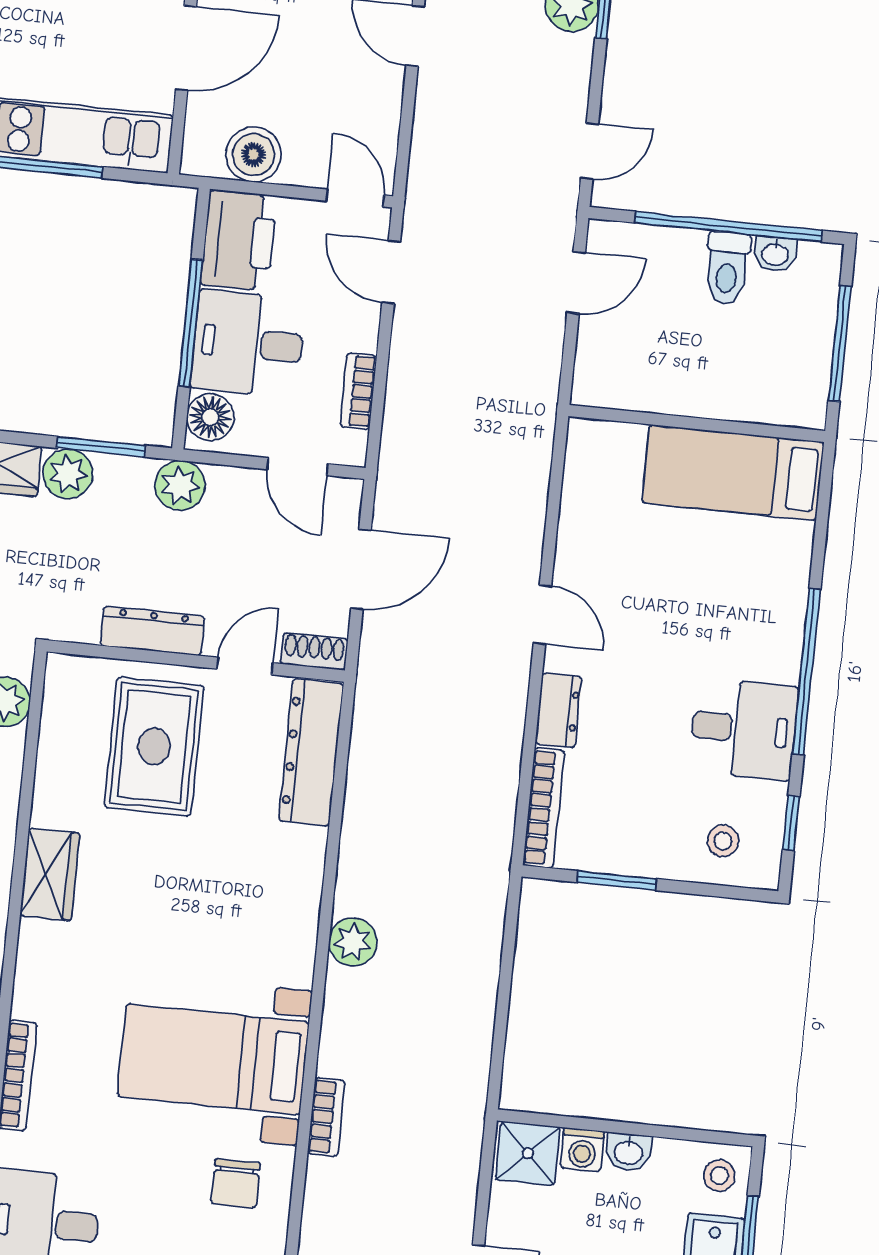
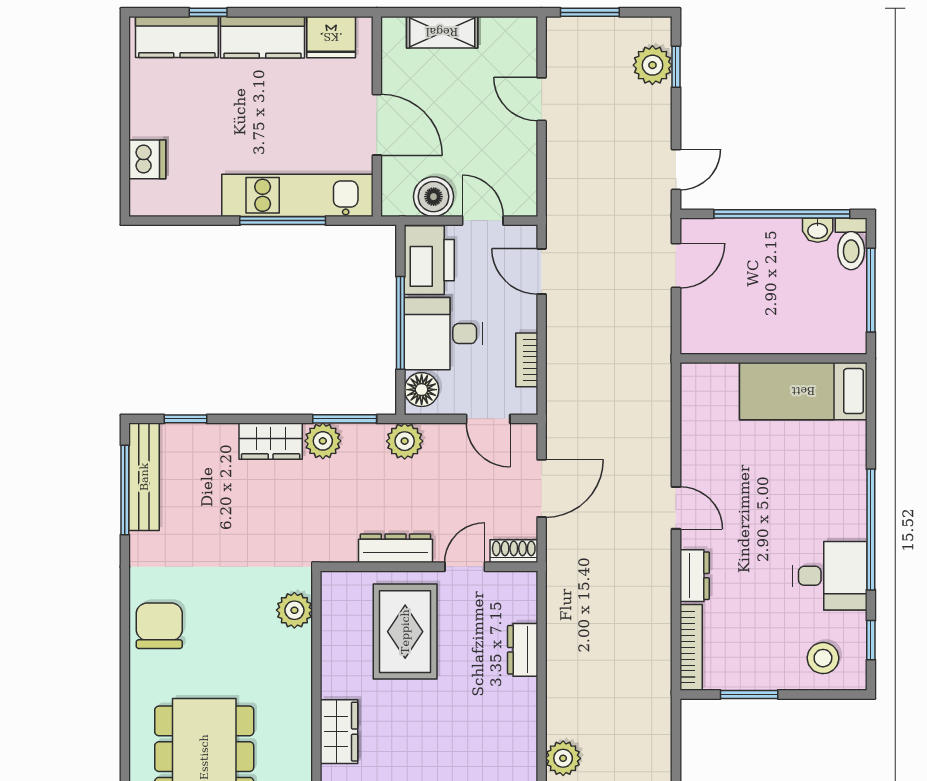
door: (186, 48) -> (377, 125), hinge flipped
door: (355, 198) -> (483, 221), moved
toilet: (727, 268) -> (851, 244), moved
dresser: (311, 752) -> (523, 650), width x0.51, depth x0.80
stool: (723, 841) -> (823, 658), width x1.37, depth x1.37

